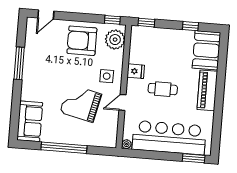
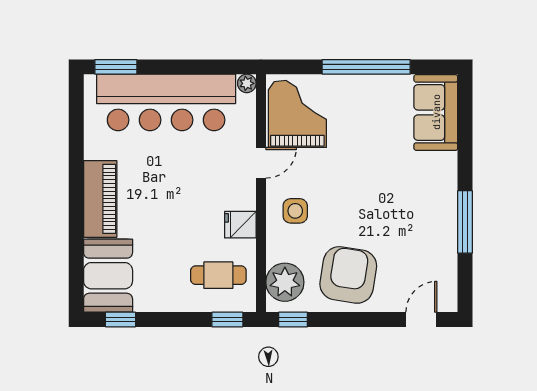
window: (190, 26) -> (121, 319), moved
armchair: (82, 41) -> (348, 275), turned -81
cafe table: (163, 89) -> (218, 275), moved
grand piano: (81, 103) -> (297, 114), moved, turned -103

